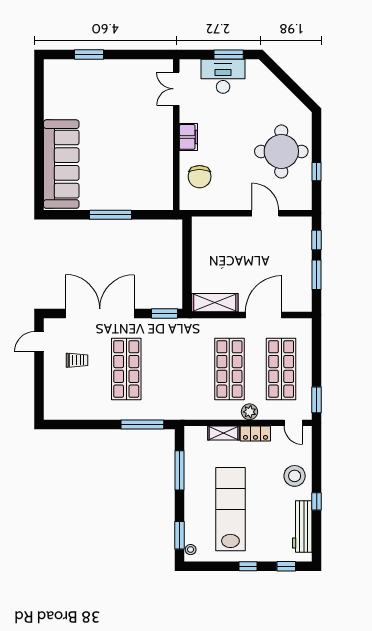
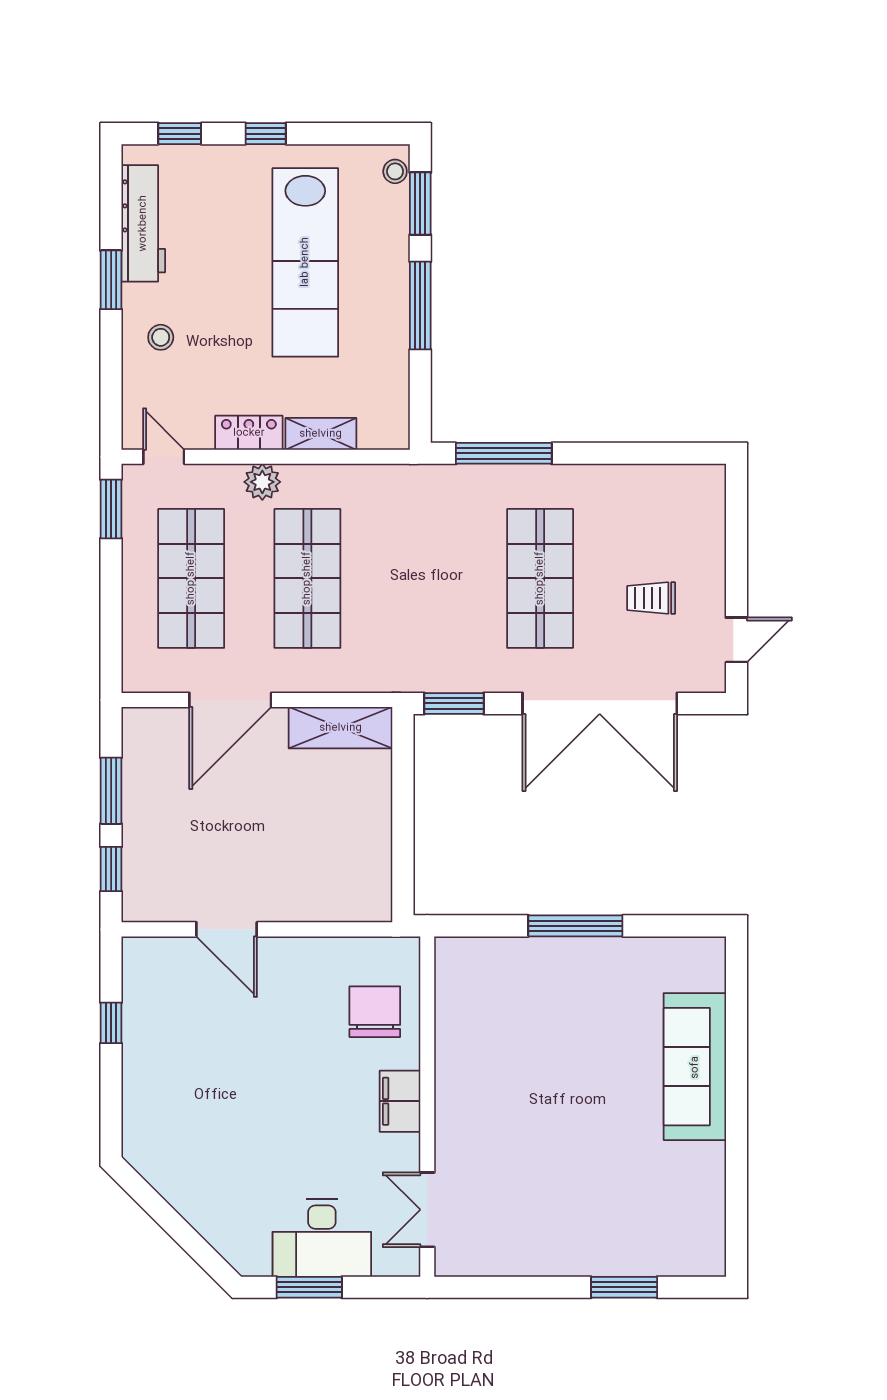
double door: (176, 89) -> (427, 1210), swing flipped
round table: (281, 151) -> (191, 1069), removed
sofa: (61, 164) -> (695, 1067), width x0.74, depth x0.79
window: (179, 470) -> (420, 306), moved
stool: (295, 476) -> (161, 337), width x0.53, depth x0.53
window: (317, 501) -> (111, 280), width x1.50

